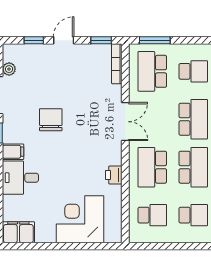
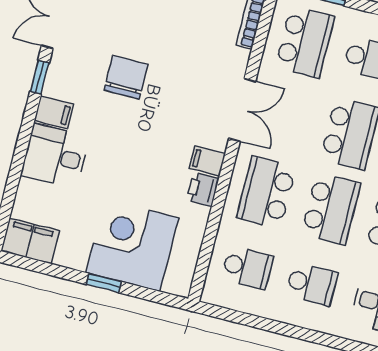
school desk: (152, 71) -> (305, 42), turned 180
filing cabinet: (112, 157) -> (207, 161), added
window: (69, 246) -> (104, 283), added

